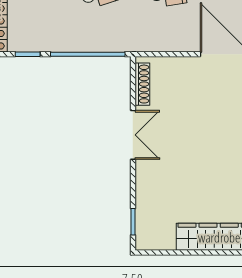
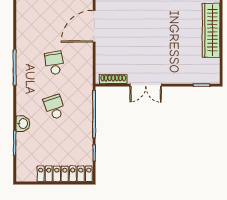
double door: (133, 135) -> (146, 85), swing flipped

